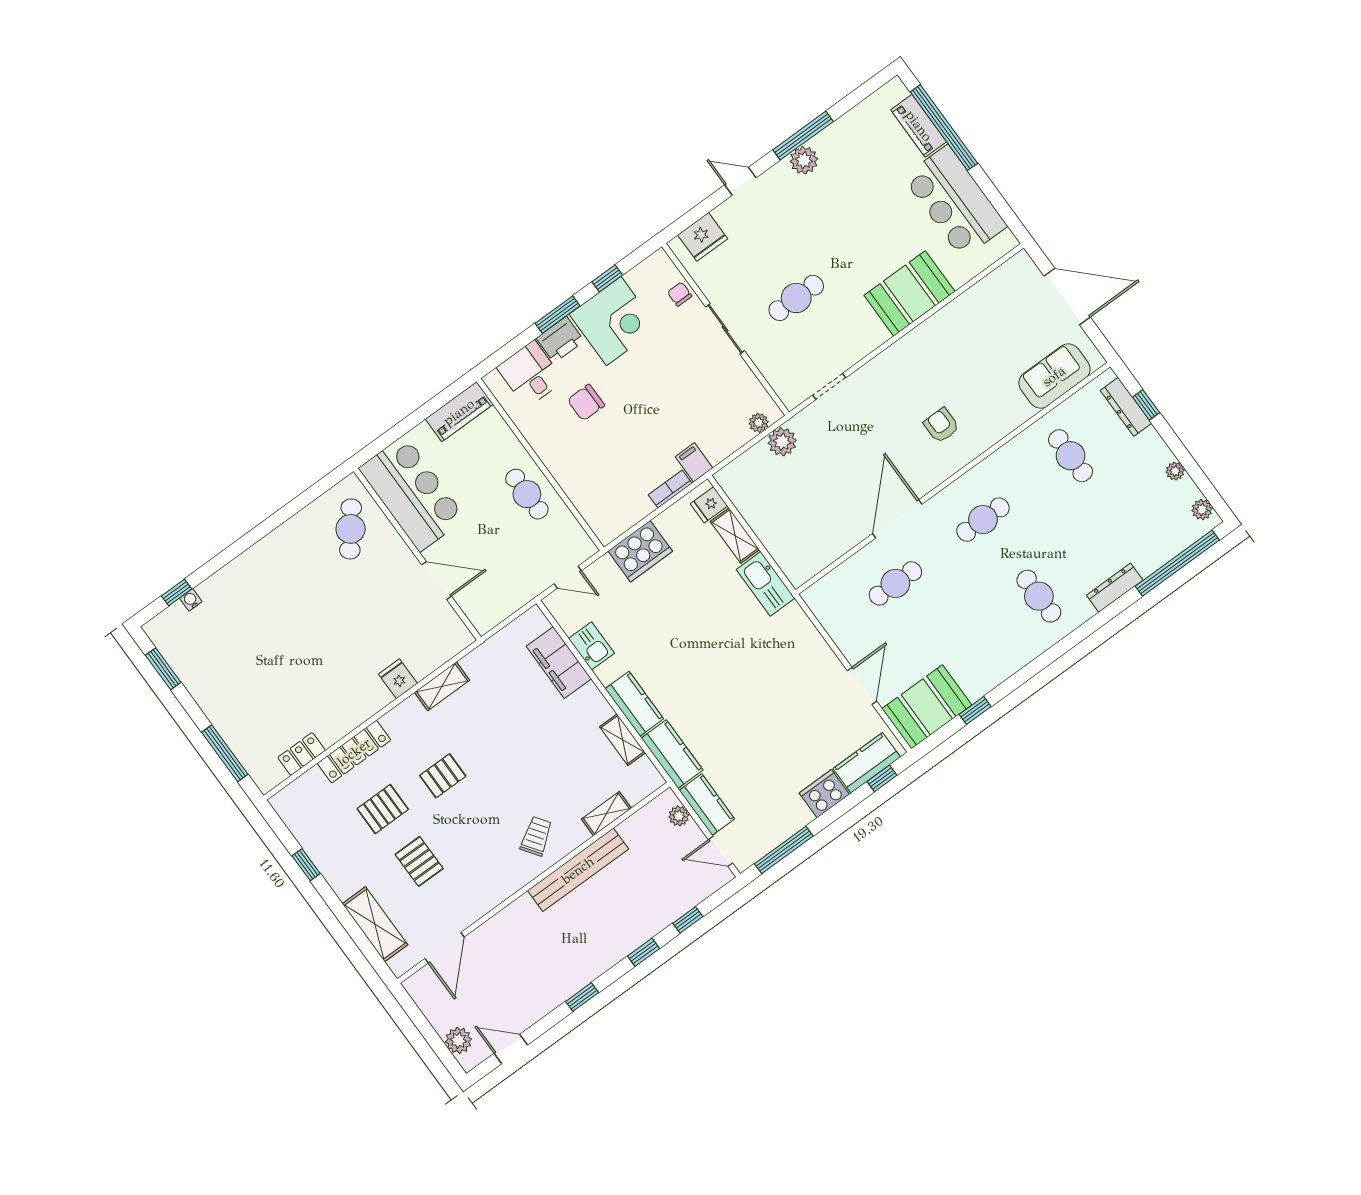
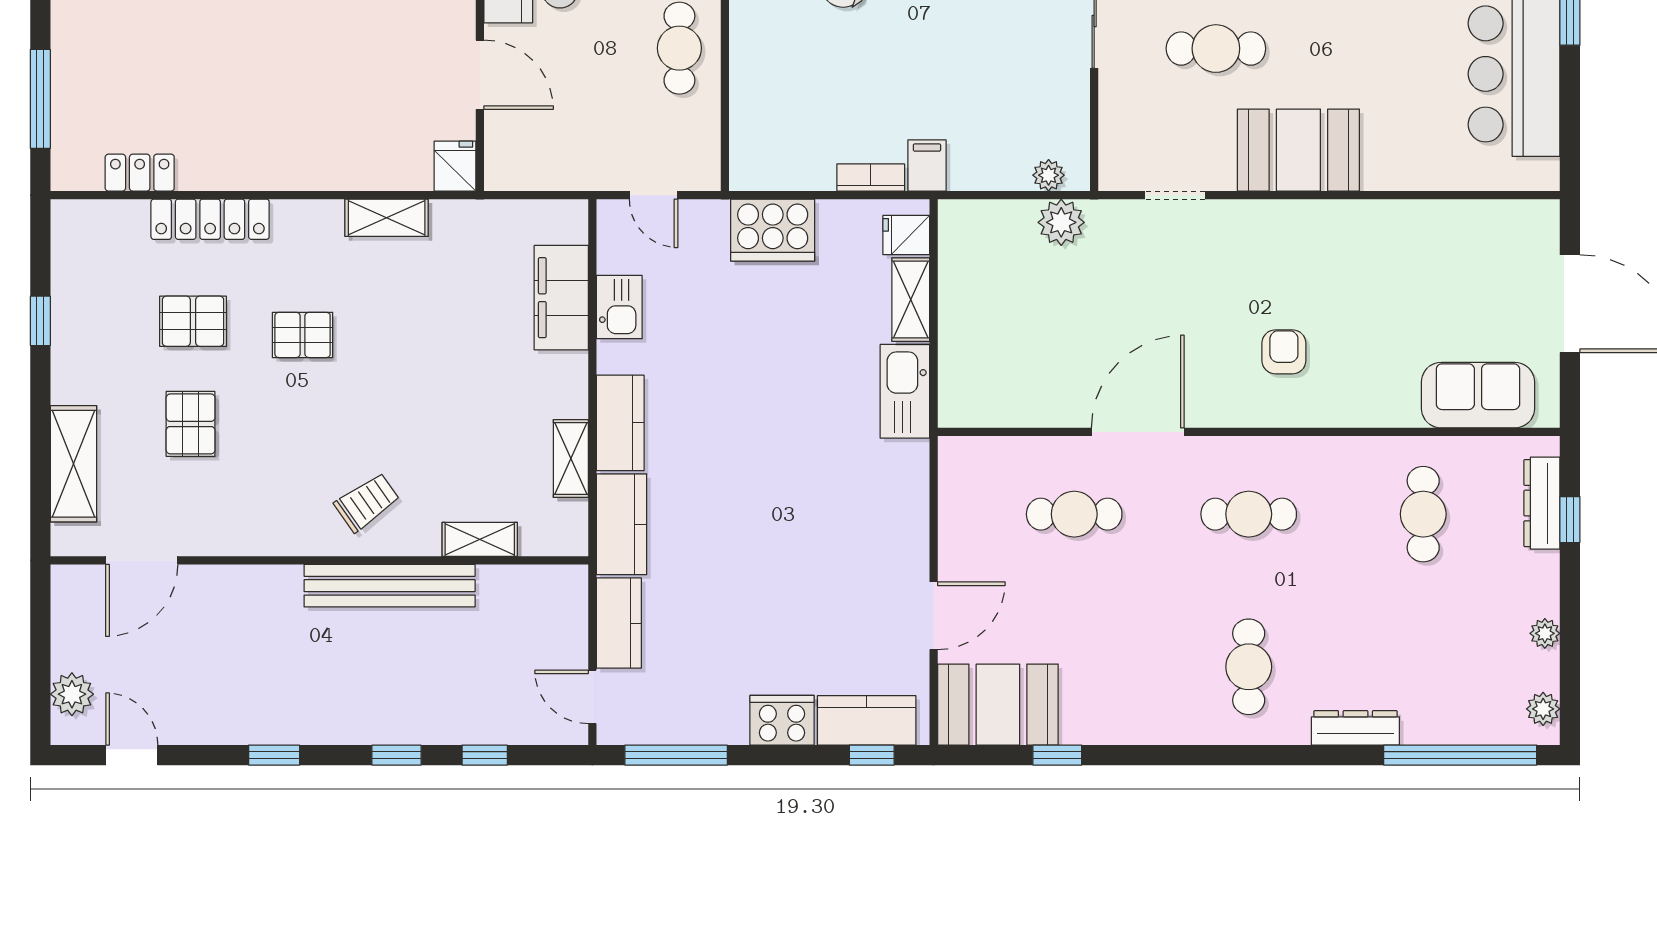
booth: (909, 293) -> (1298, 150), moved
fridge: (398, 679) -> (455, 166), moved
plant: (679, 816) -> (572, 611), removed

